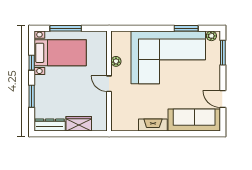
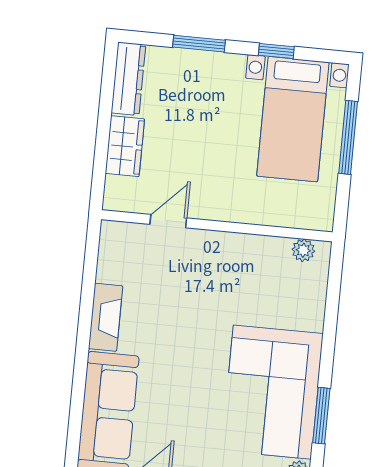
corner sofa: (168, 57) -> (272, 392), width x0.73, depth x0.74
plant: (116, 61) -> (303, 250), moved
door: (109, 84) -> (168, 221), moved

